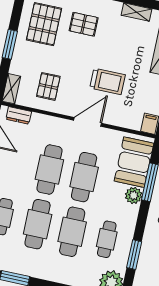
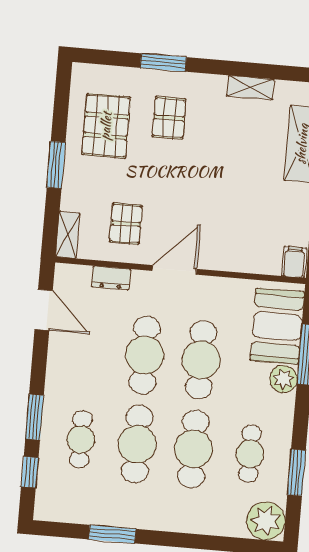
pallet: (84, 24) -> (169, 118), turned 90
trolley: (107, 81) -> (219, 204), removed
dresser: (19, 115) -> (111, 278), moved
door: (88, 122) -> (174, 270), moved

